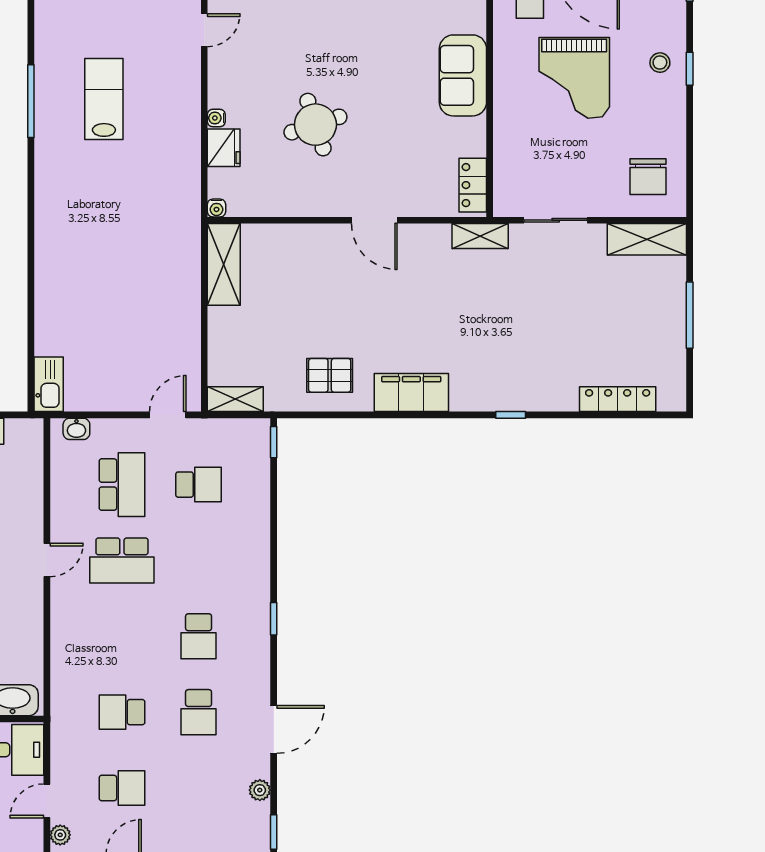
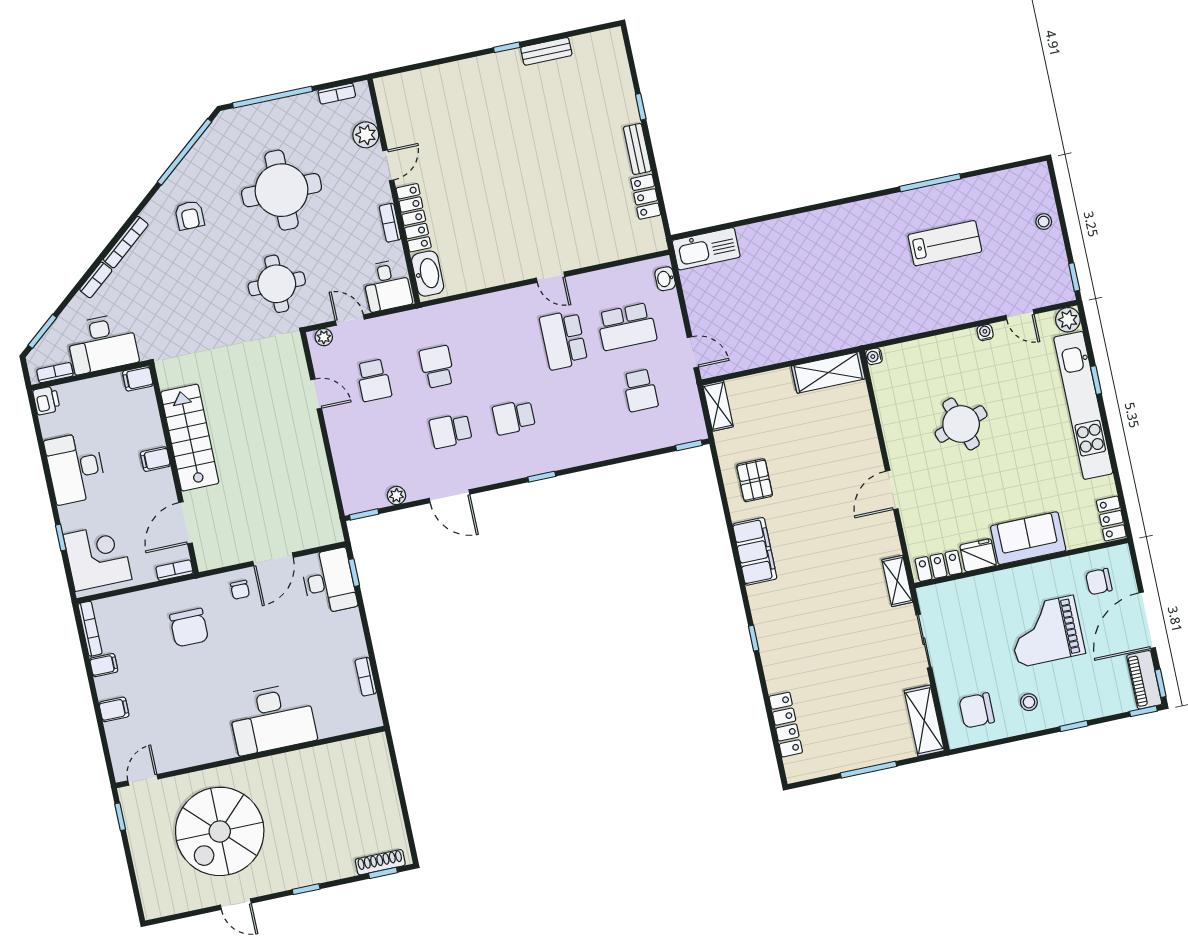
stool: (660, 63) -> (1029, 702), moved
water cooler: (216, 118) -> (985, 332), moved
fridge: (224, 148) -> (978, 555), moved, turned 180
kitchen sink: (49, 384) -> (706, 249), width x1.36, depth x1.24

